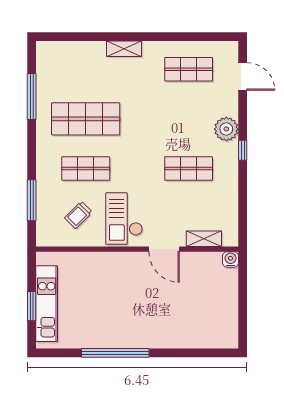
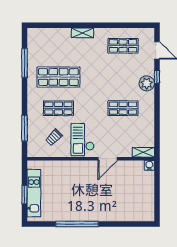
window: (243, 150) -> (157, 77), moved
shelving: (204, 239) -> (143, 152), moved
door: (164, 249) -> (108, 159), hinge flipped

